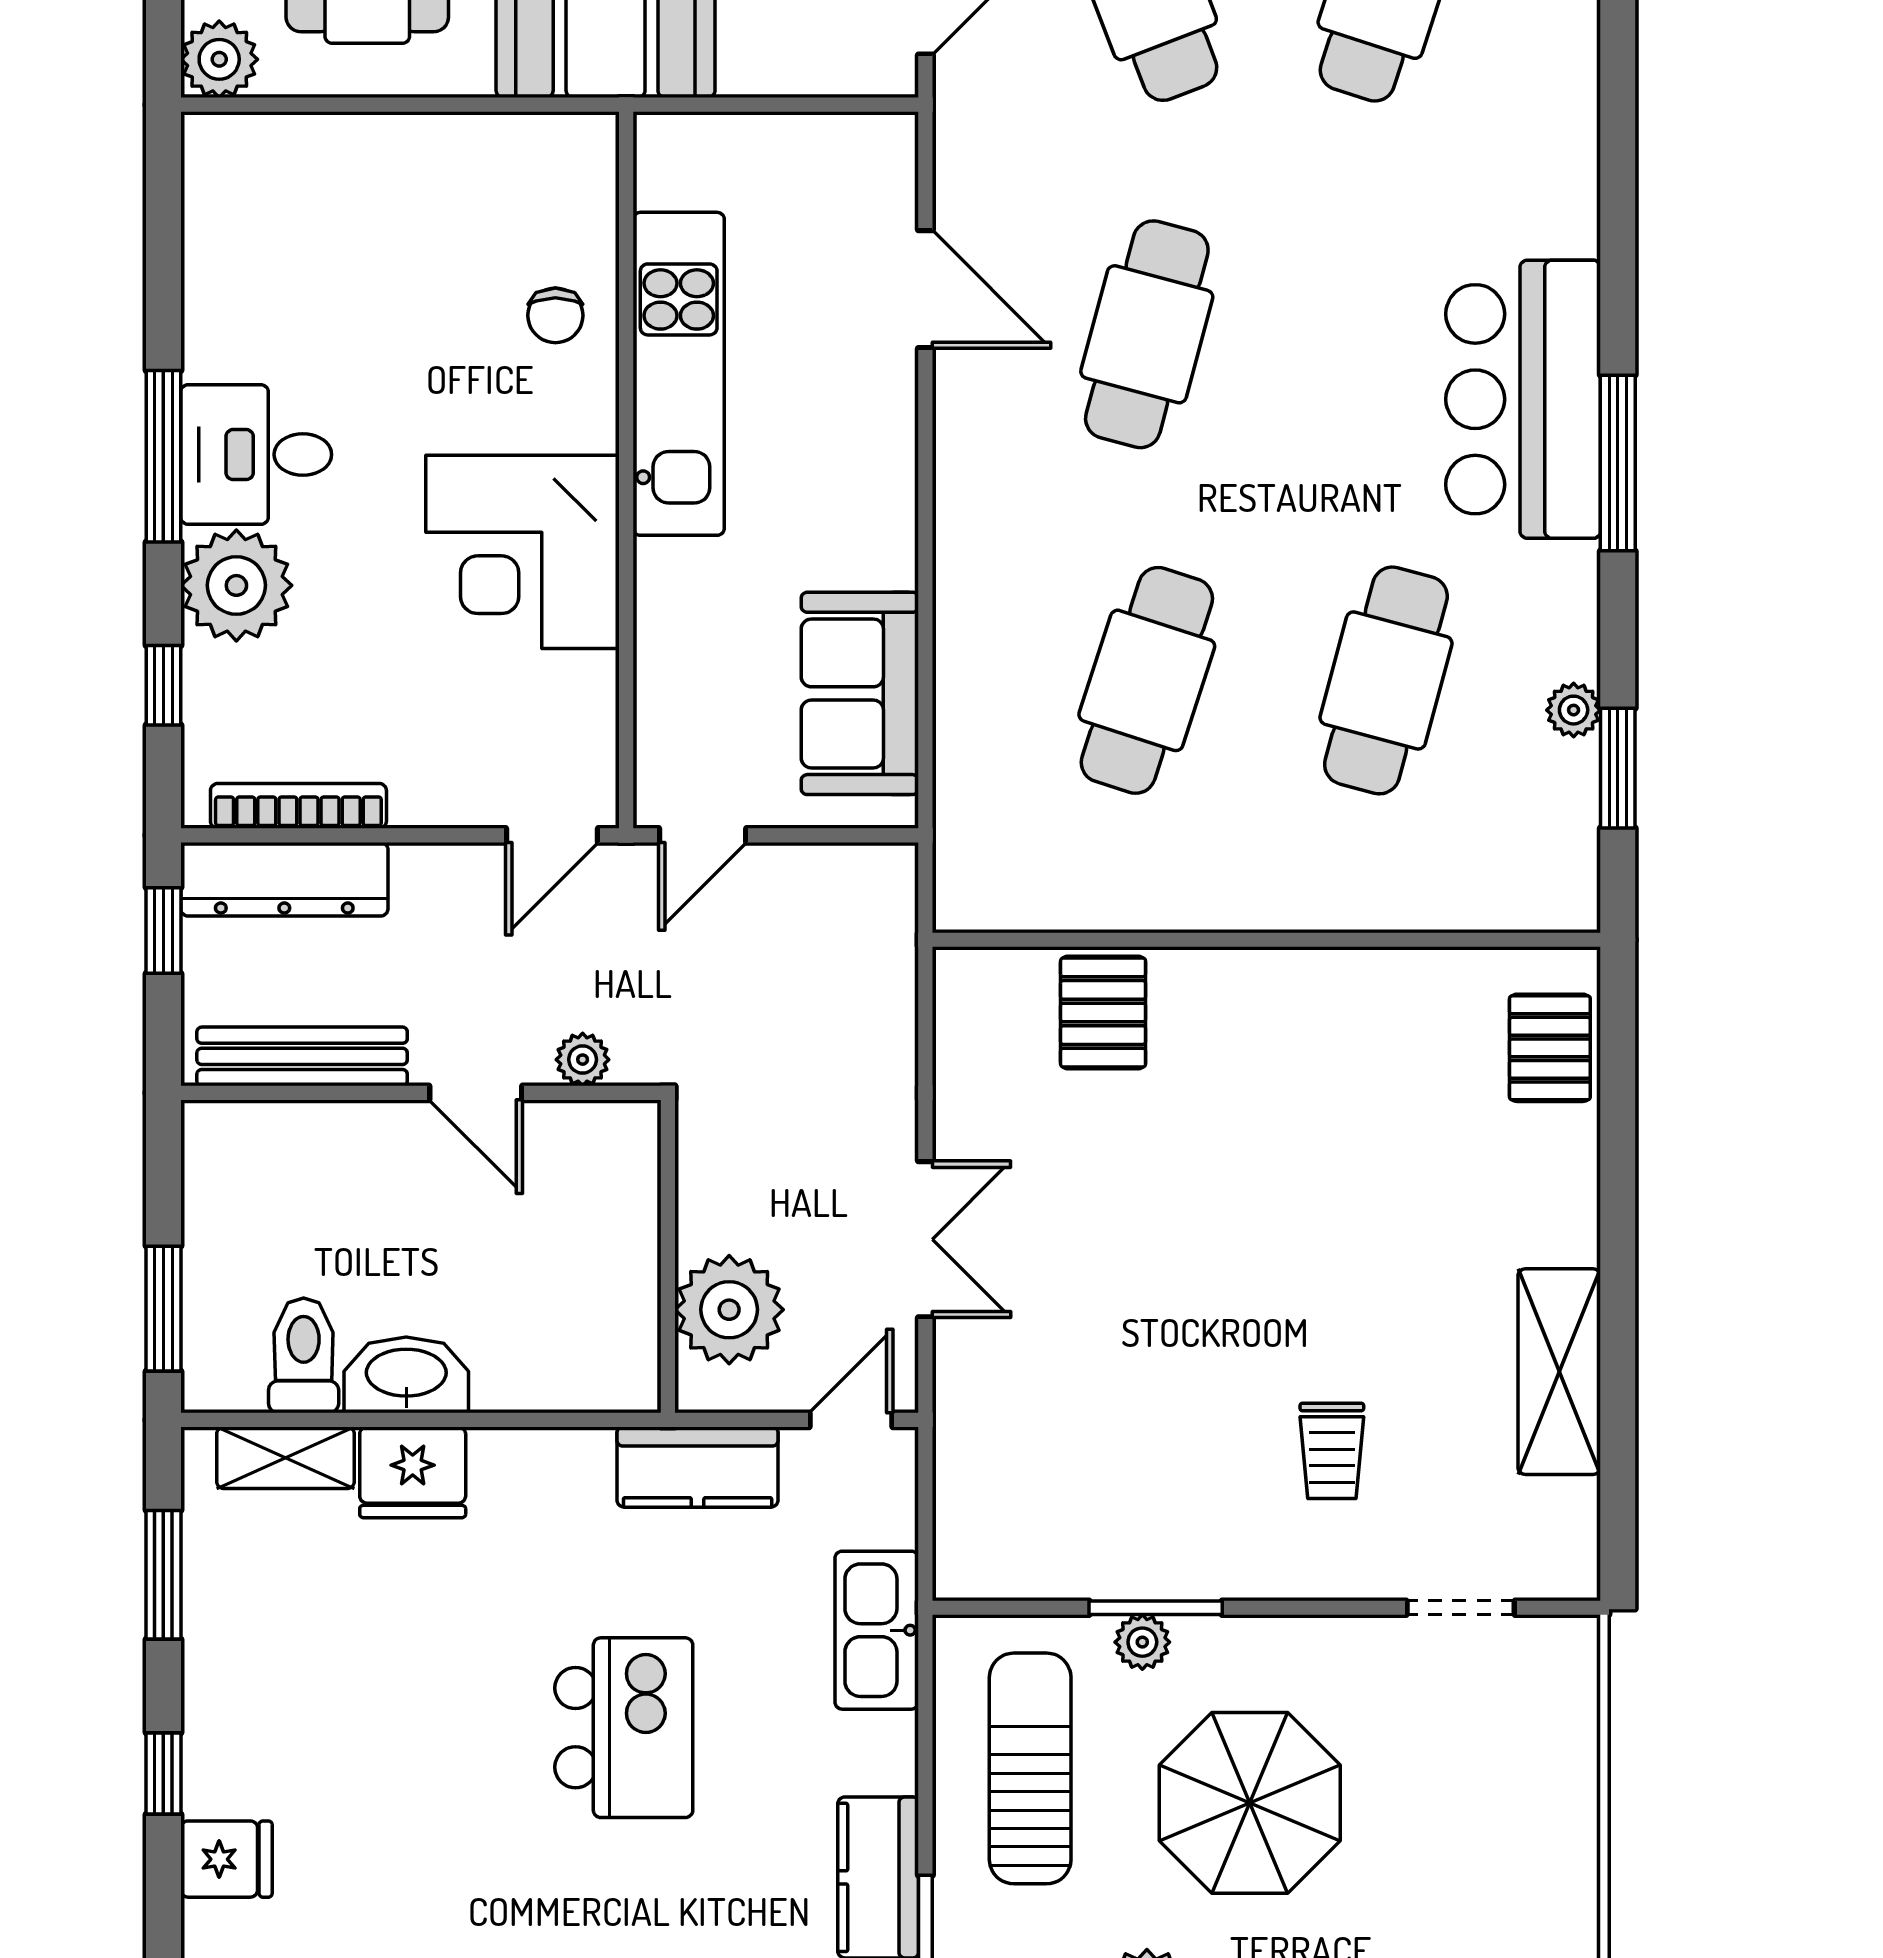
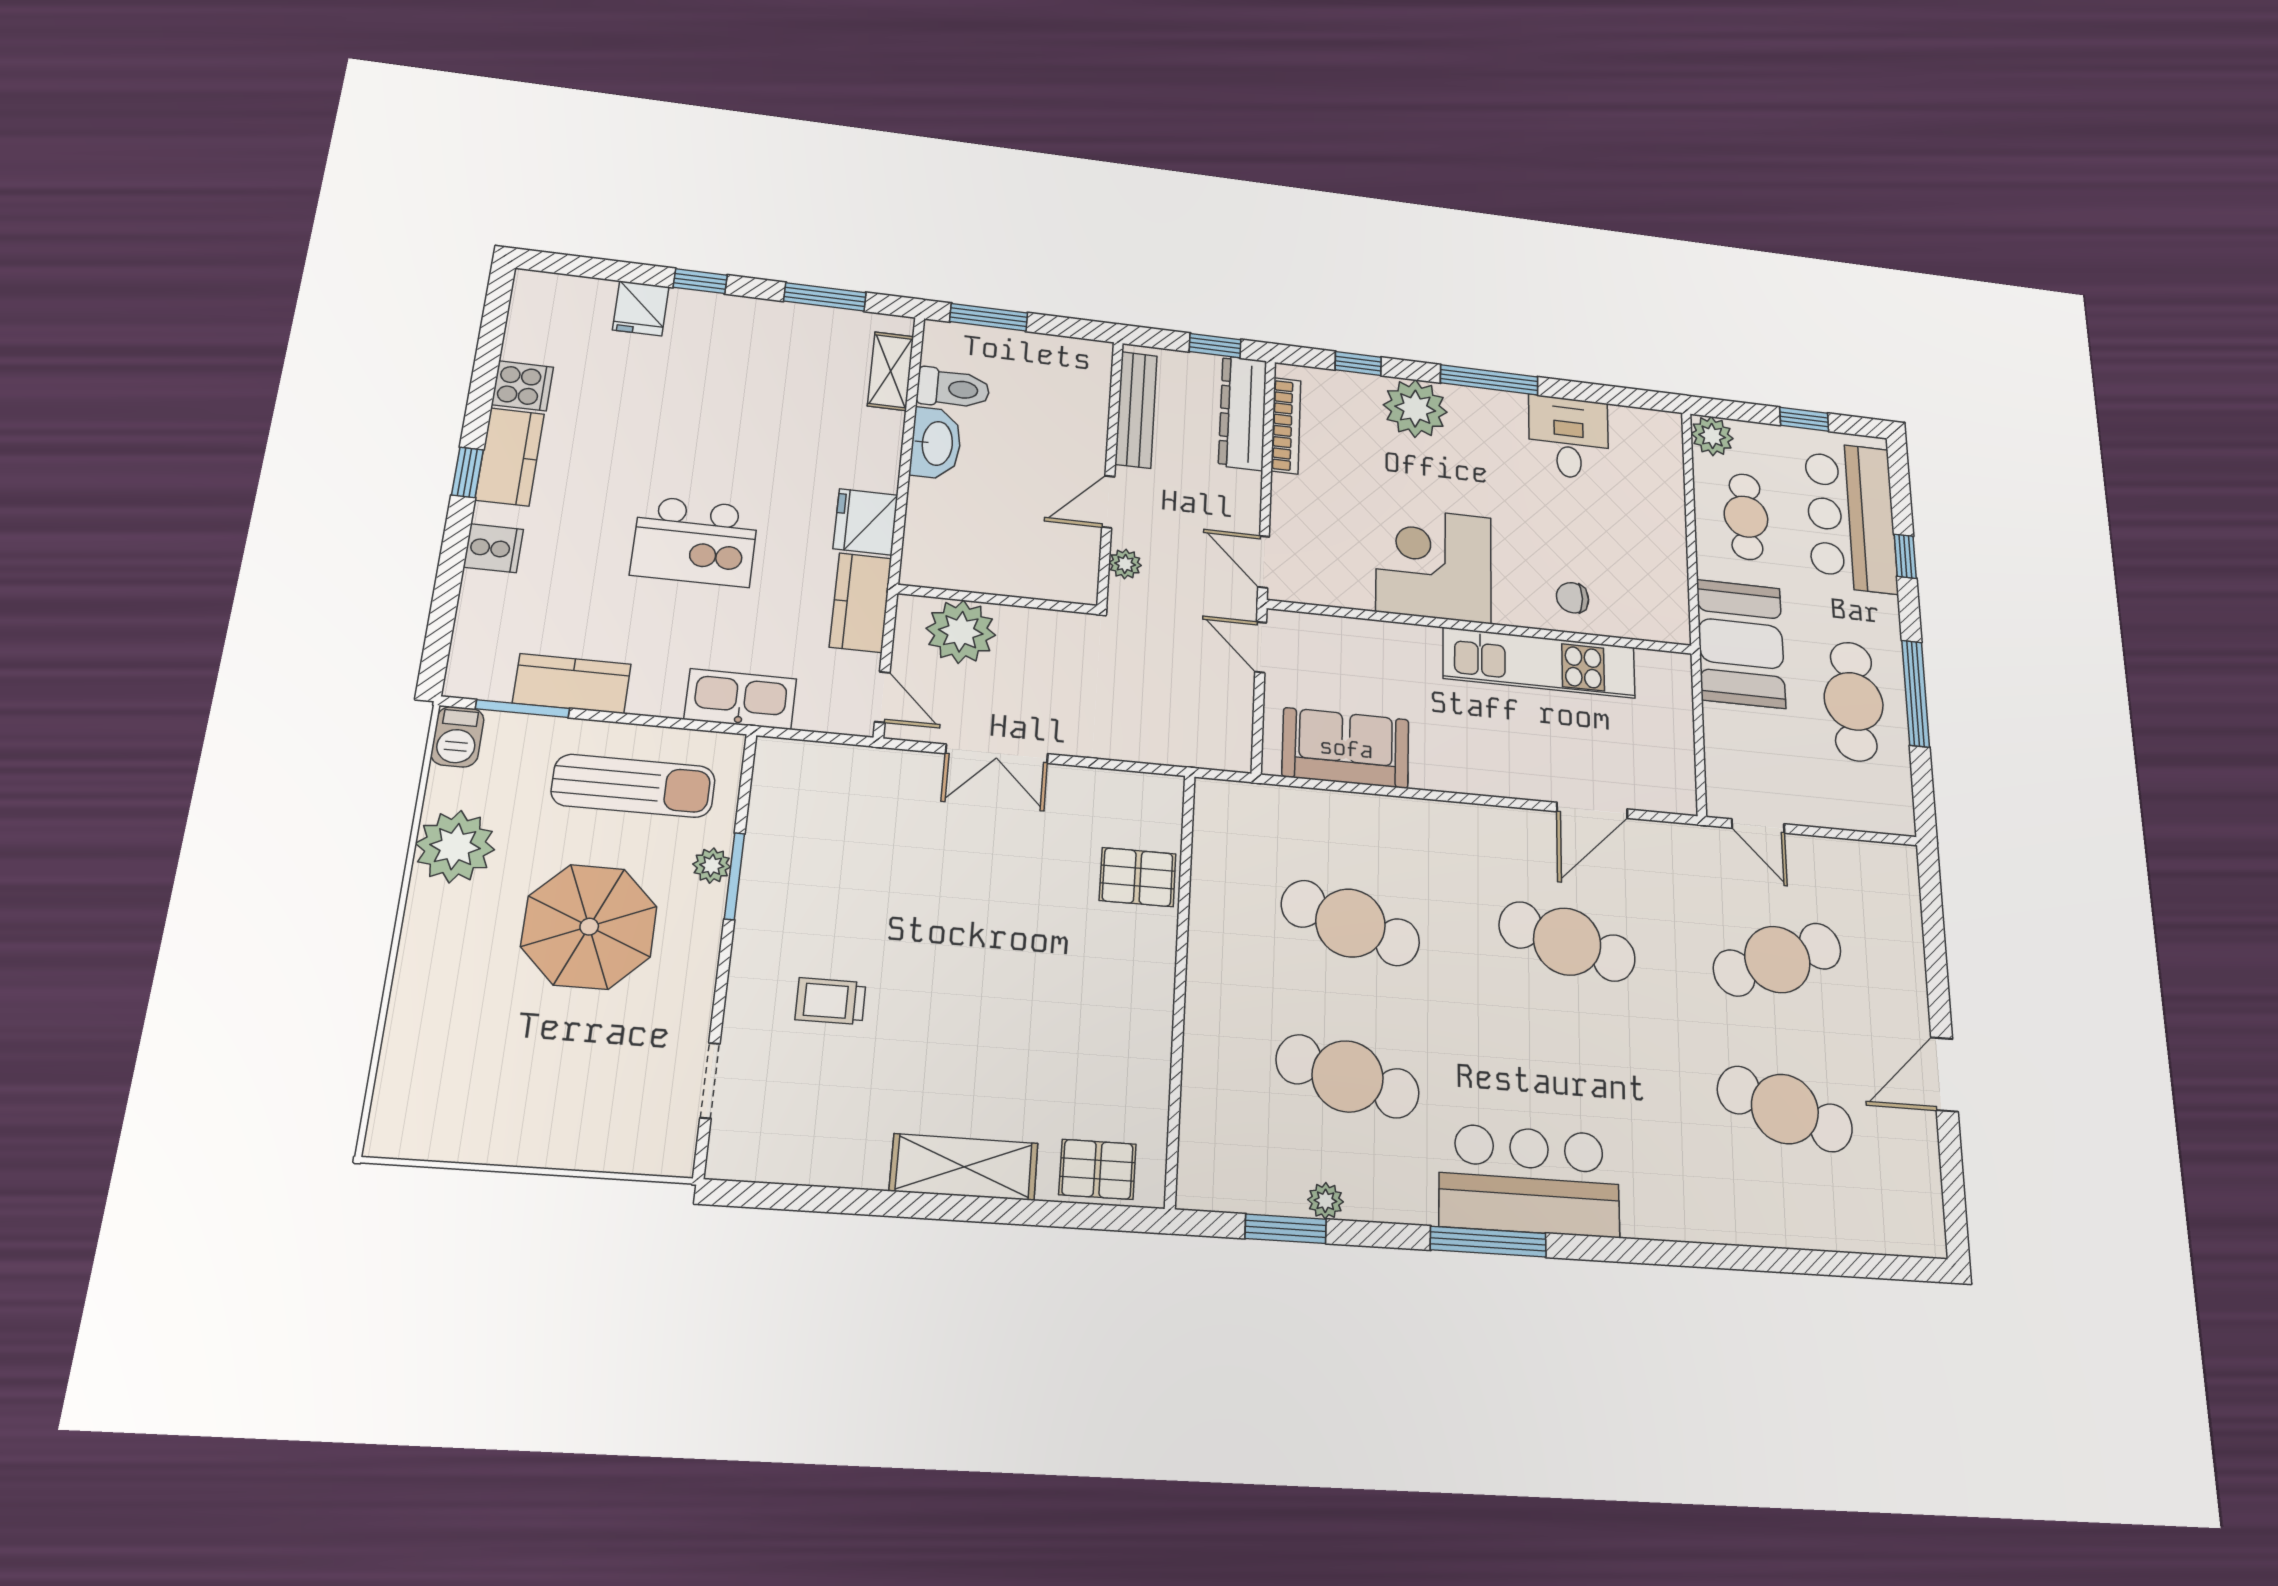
desk: (256, 455) -> (1569, 438), moved
shelving: (1559, 1372) -> (964, 1167), moved
fridge: (413, 1472) -> (866, 522), moved

